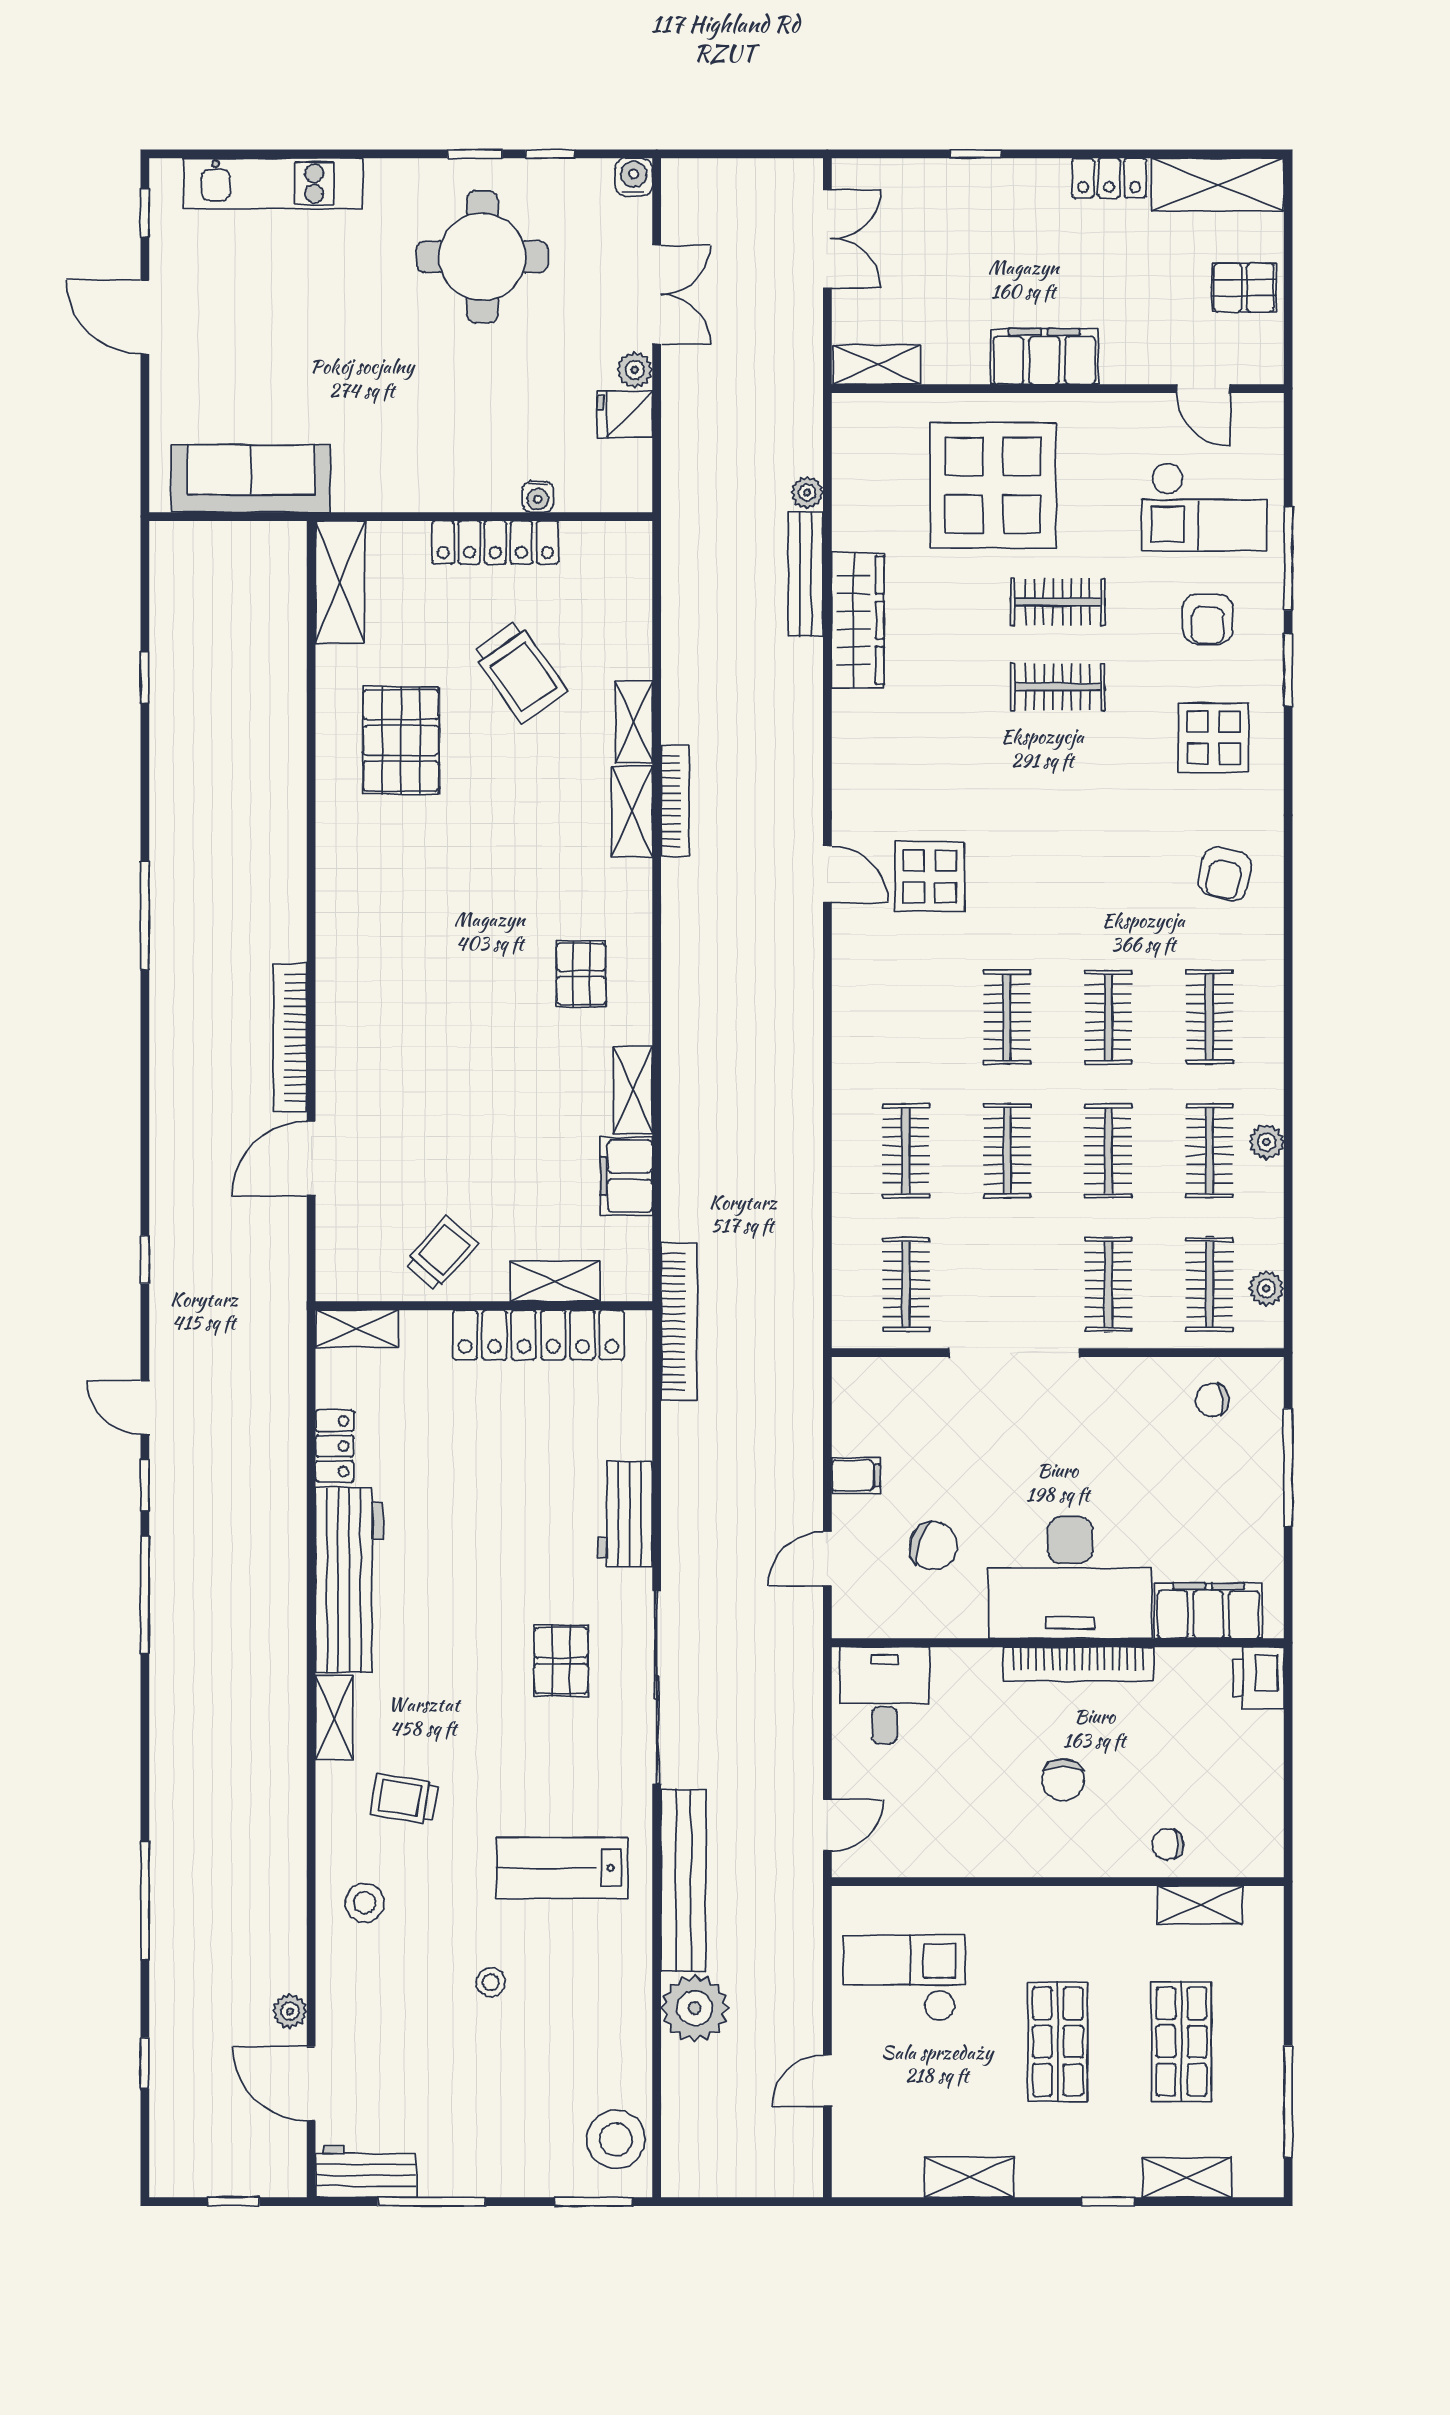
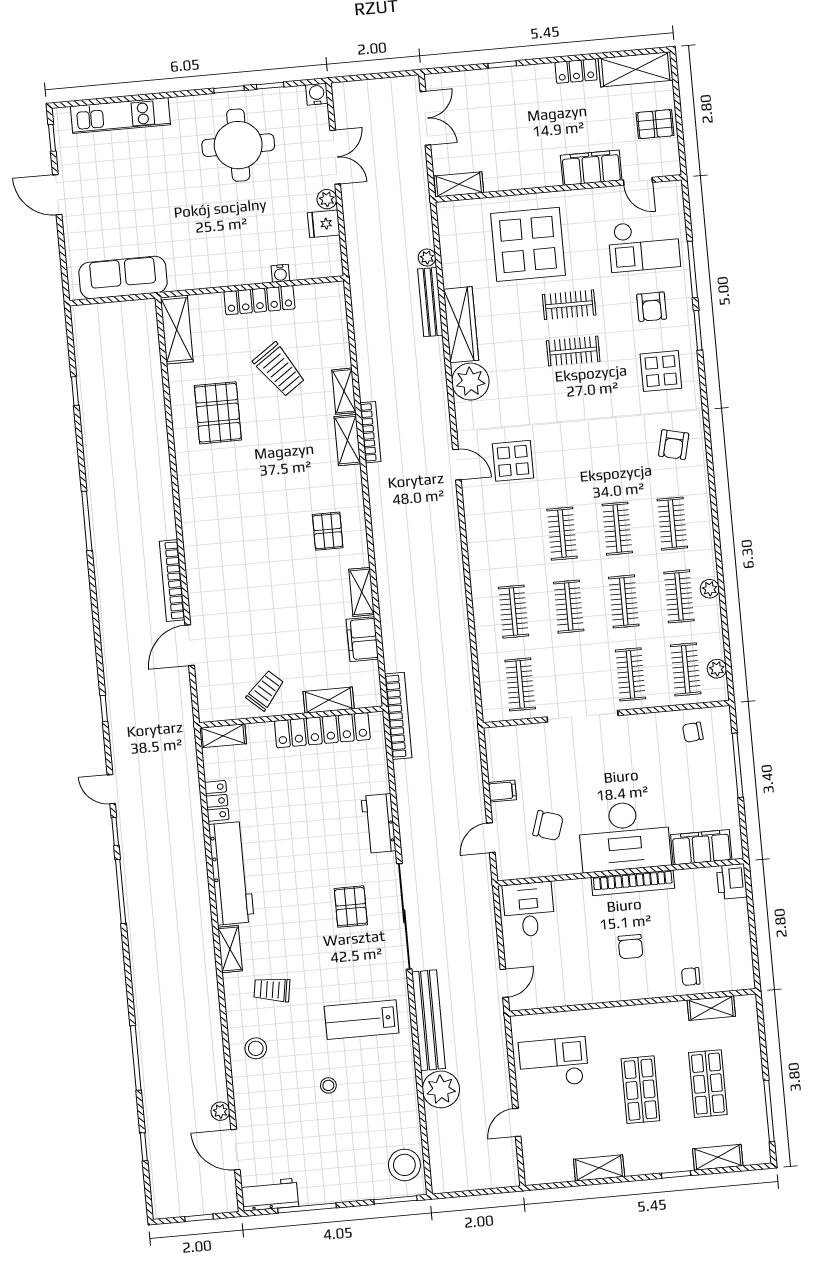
filing cabinet: (1044, 356) -> (591, 168), moved
plant: (866, 725) -> (470, 382), added

